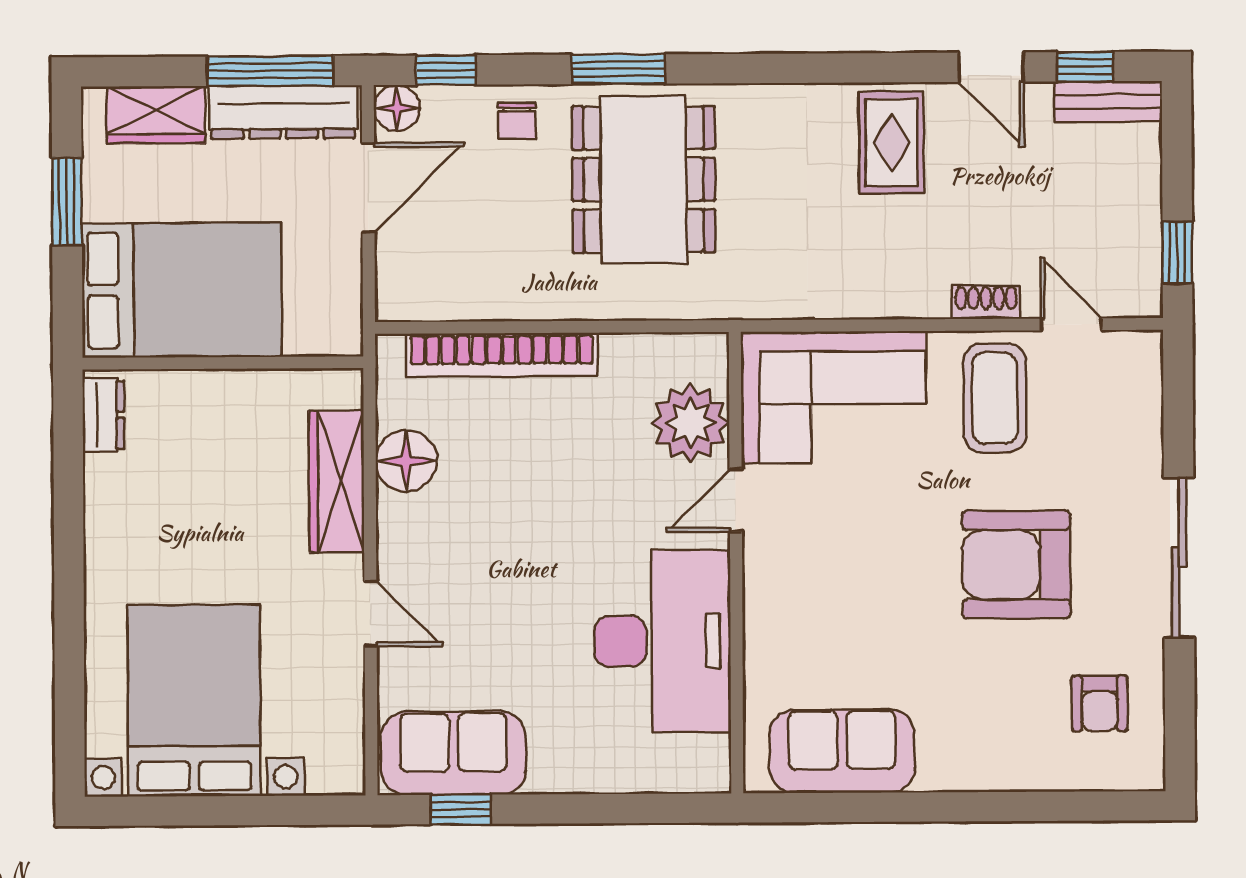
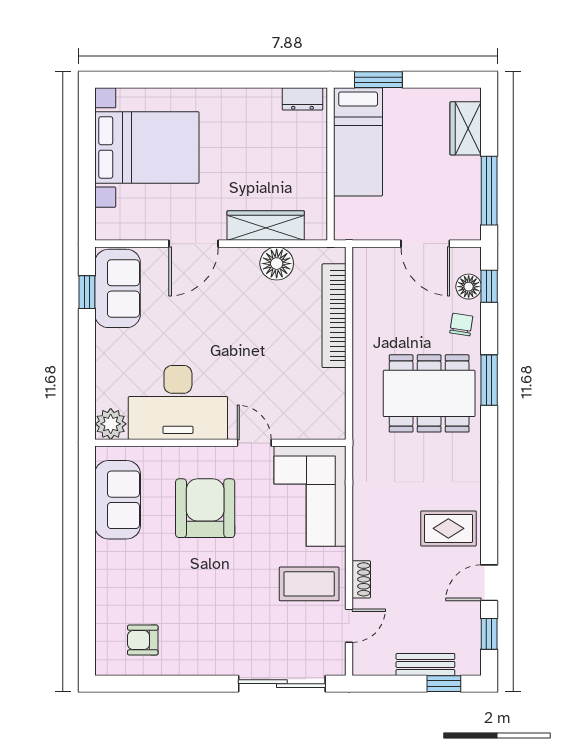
bench: (1108, 102) -> (425, 665), moved, turned 90
floor lamp: (397, 108) -> (469, 287), moved
dresser: (283, 112) -> (467, 198), removed
chair: (517, 121) -> (461, 325), turned 99
window: (67, 202) -> (378, 80), moved
window: (1177, 252) -> (444, 684), moved
bed: (182, 290) -> (358, 142), width x0.67
plant: (690, 423) -> (111, 424), moved, width x0.73, depth x0.73
sliding door: (1179, 558) -> (282, 684), moved
armchair: (1016, 565) -> (205, 508), moved
door: (371, 614) -> (194, 244), width x1.38

